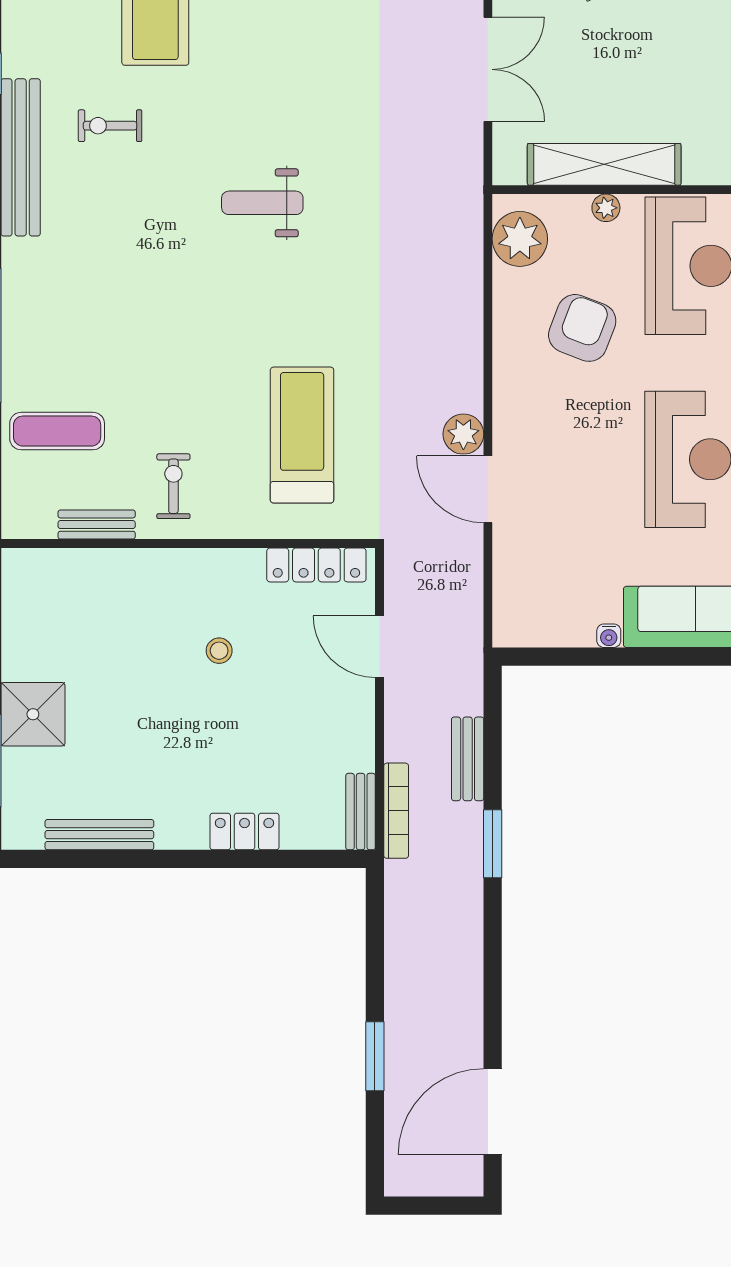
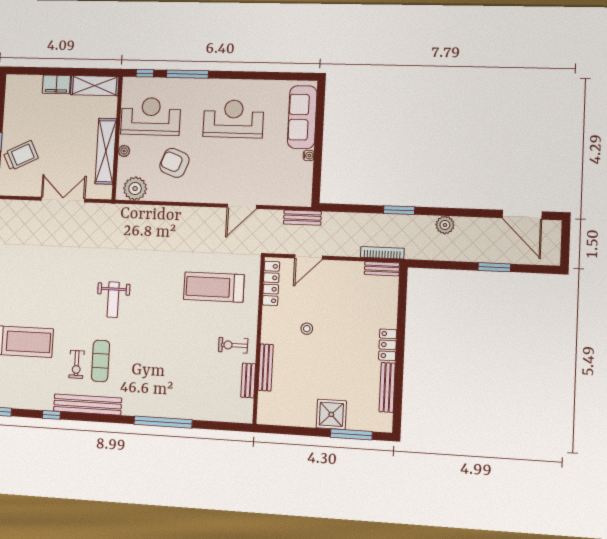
exercise mat: (57, 431) -> (101, 361), moved
plant: (463, 434) -> (445, 225), moved
bench: (128, 563) -> (266, 367), added
bench: (468, 759) -> (302, 218), moved
locker: (245, 831) -> (388, 345), moved

